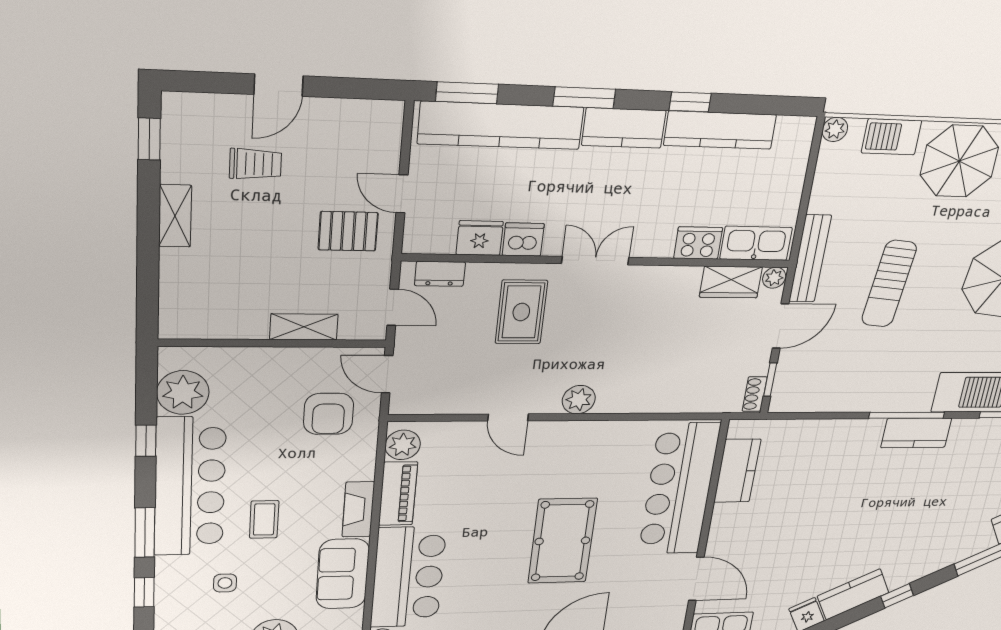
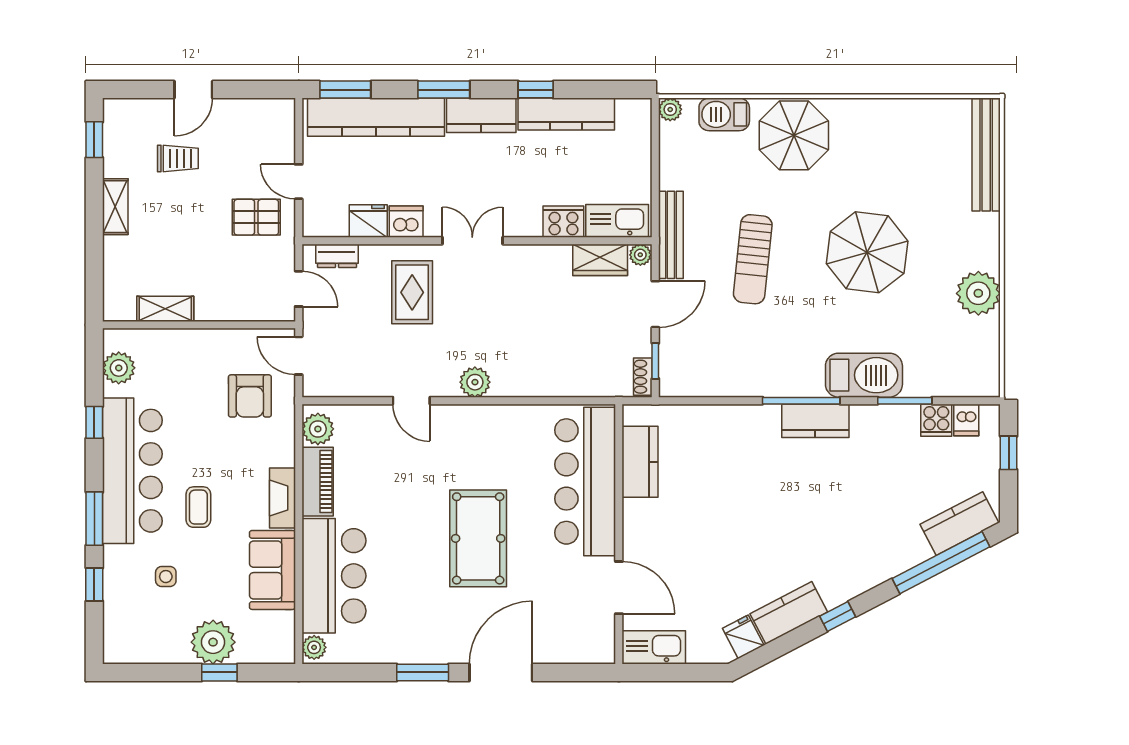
shelving: (304, 327) -> (165, 309), moved
plant: (183, 393) -> (119, 368), width x0.73, depth x0.73

